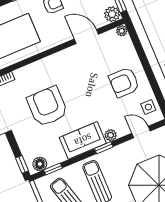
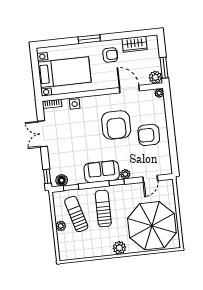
armchair: (47, 106) -> (116, 125), moved, turned 180
side table: (148, 107) -> (75, 104), moved
door: (141, 132) -> (150, 179), swing flipped

